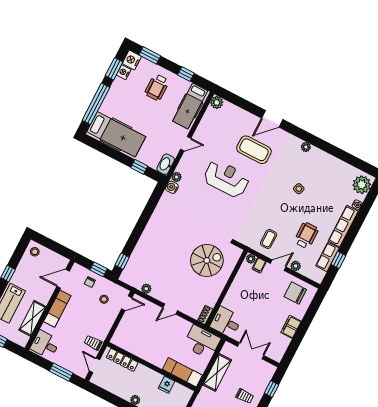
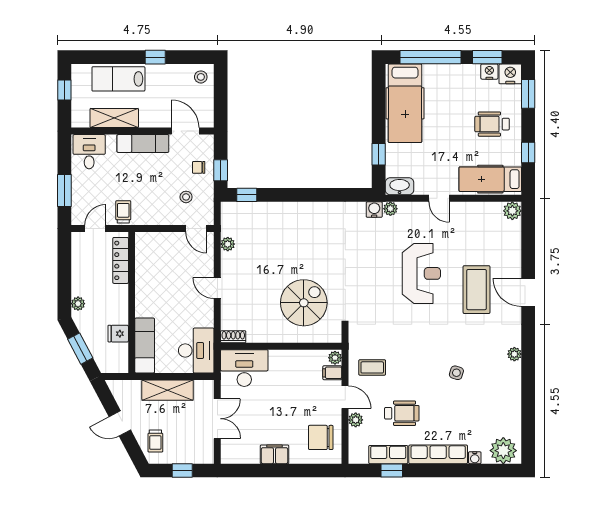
spiral stairs: (207, 260) -> (304, 303), turned -90
chair: (295, 293) -> (321, 437), turned -90
desk: (226, 322) -> (244, 368), width x1.37

